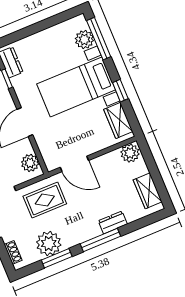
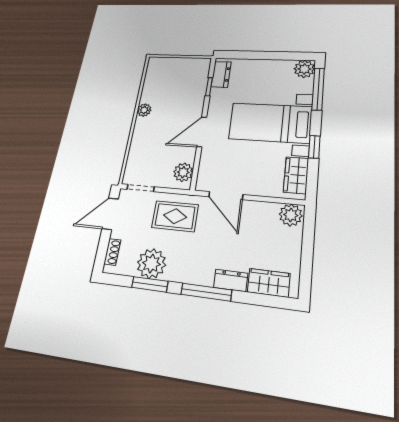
plant: (84, 39) -> (304, 69), moved
wardrobe: (148, 191) -> (269, 283), moved, turned 90

